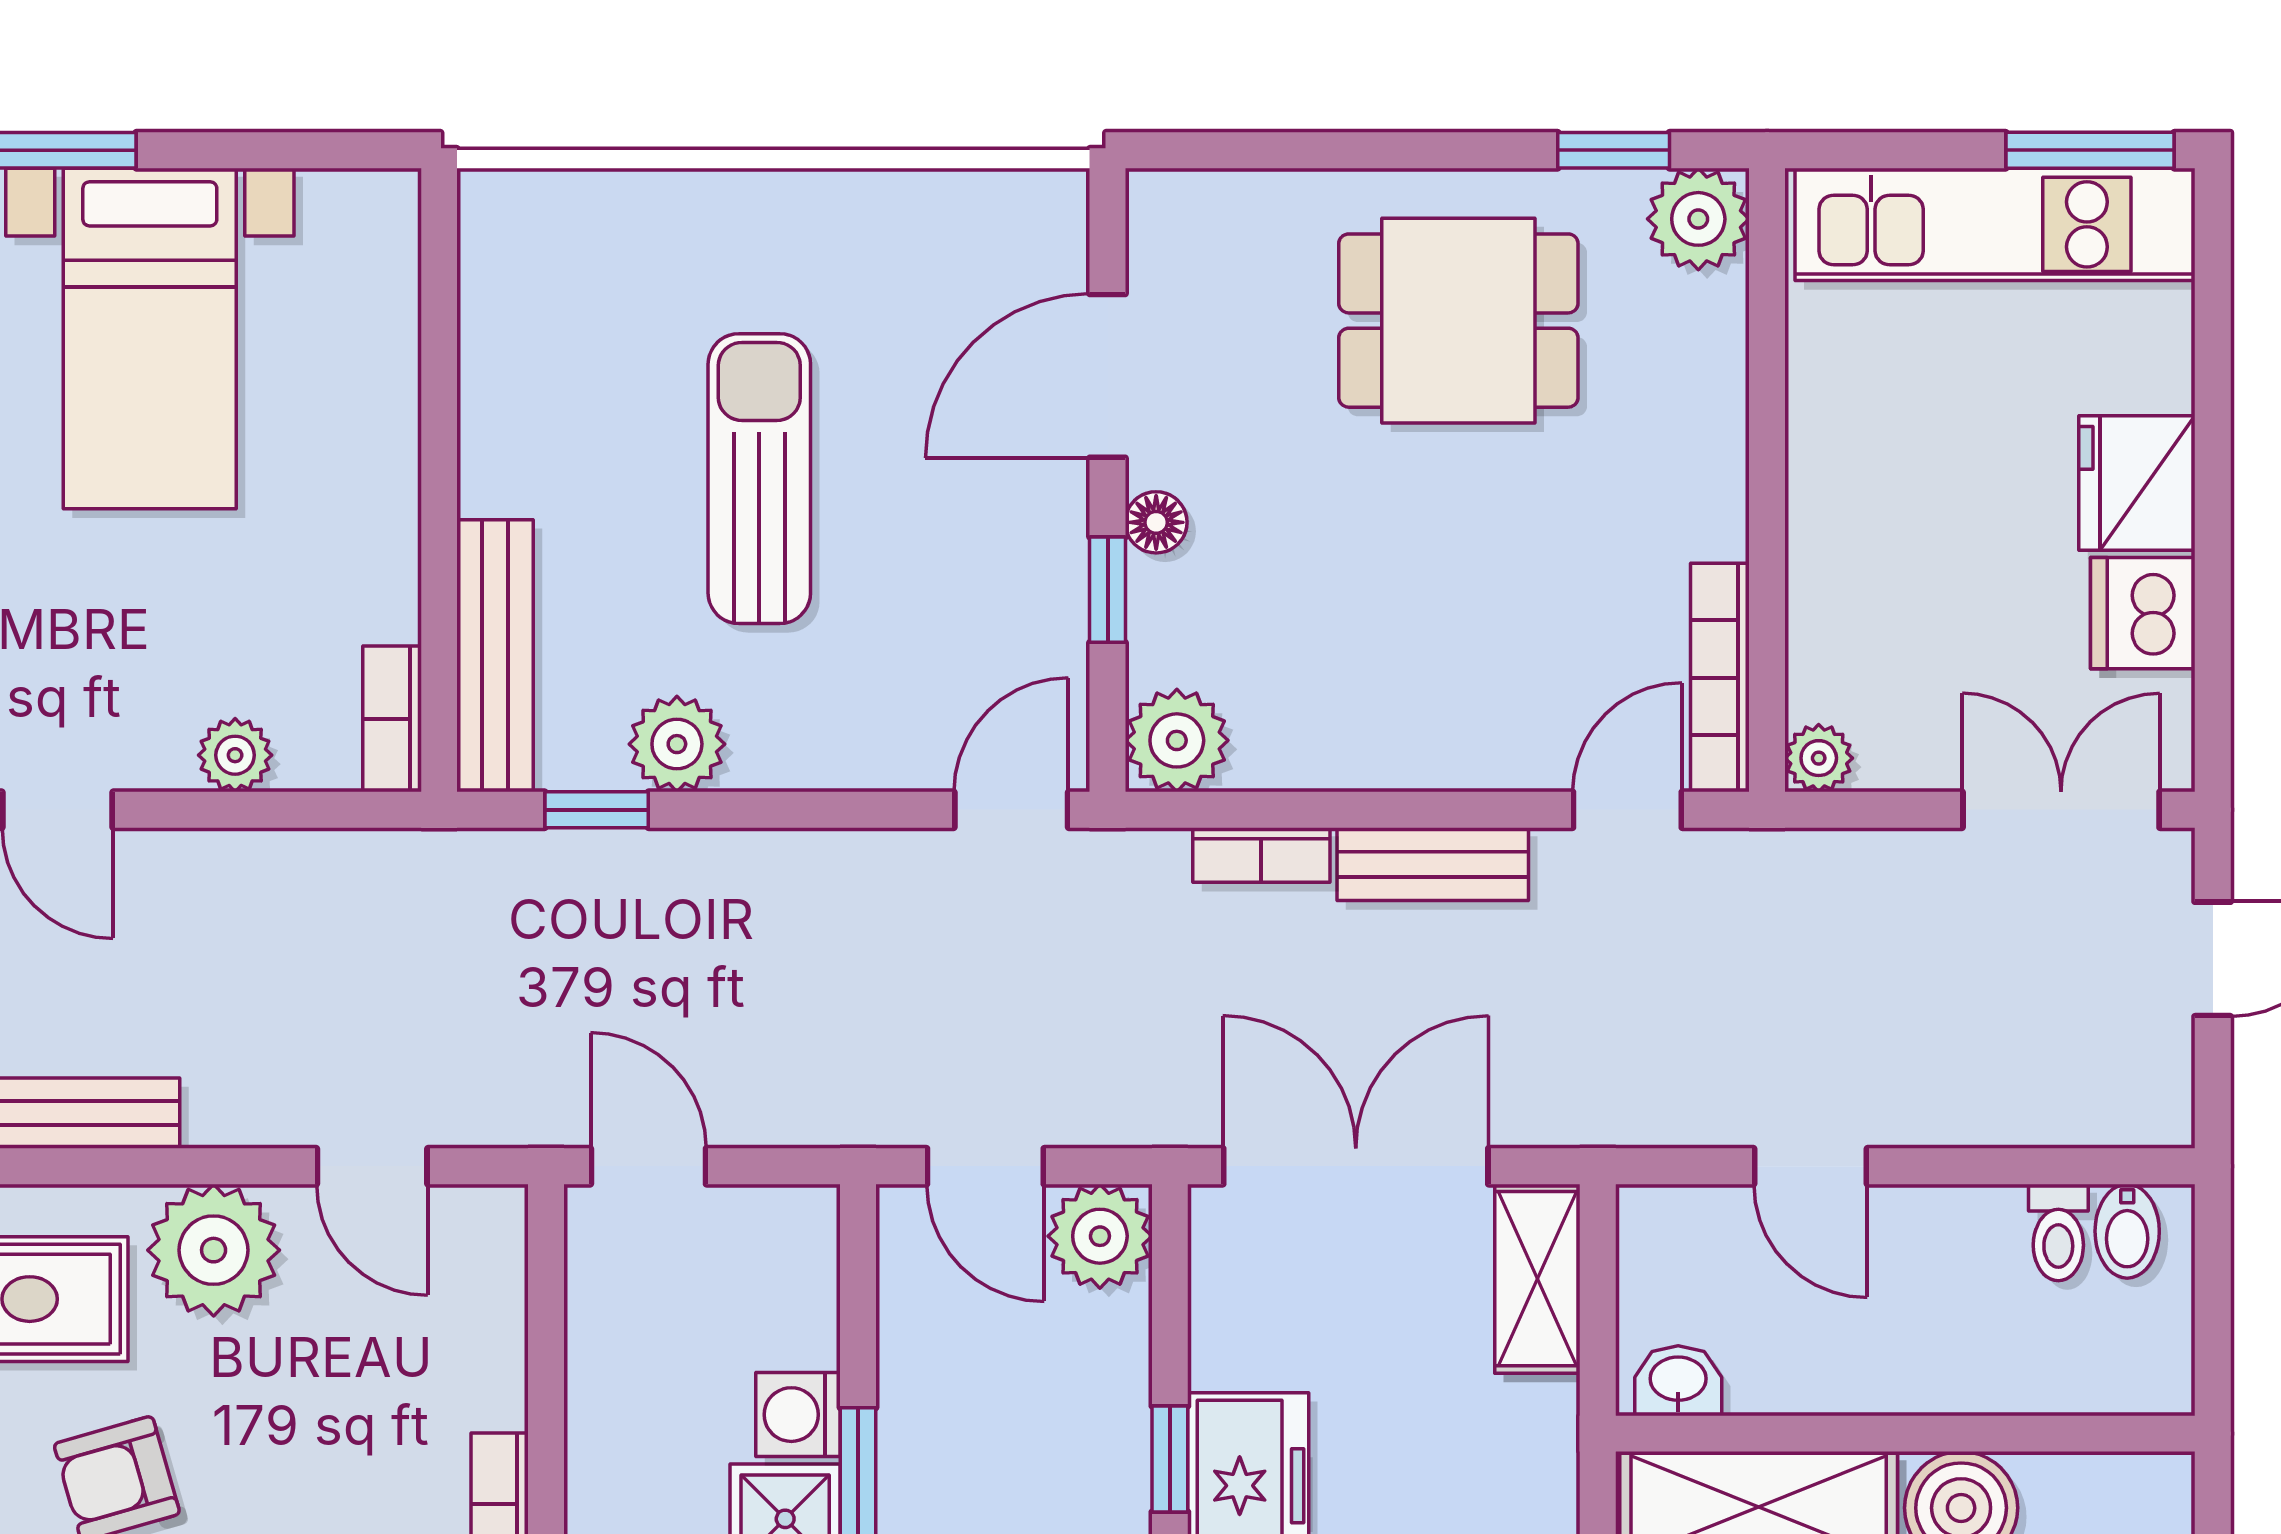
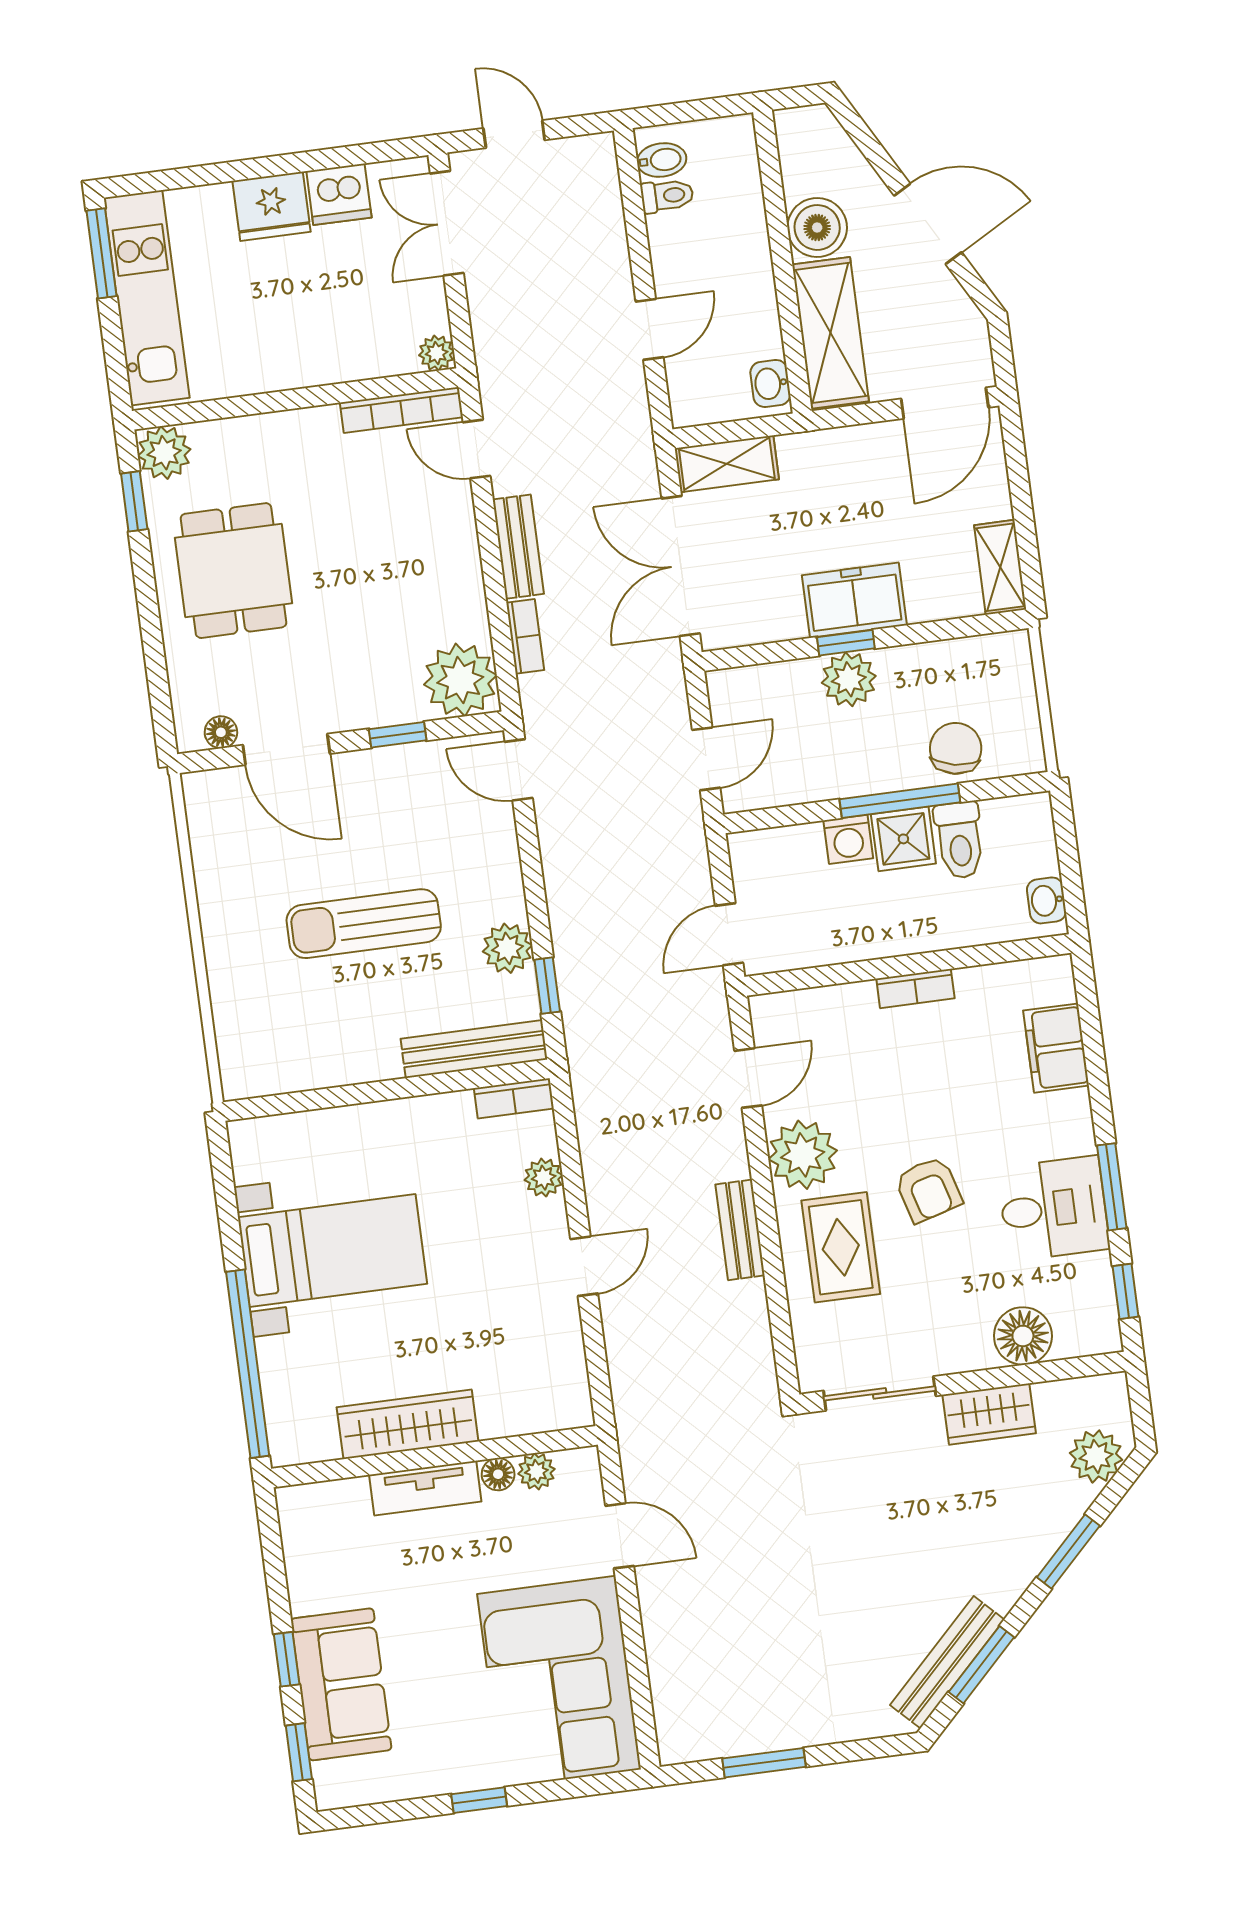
floor lamp: (1156, 522) -> (221, 732), moved
plant: (1177, 740) -> (460, 680), width x1.36, depth x1.36
plant: (1100, 1236) -> (849, 679), moved

